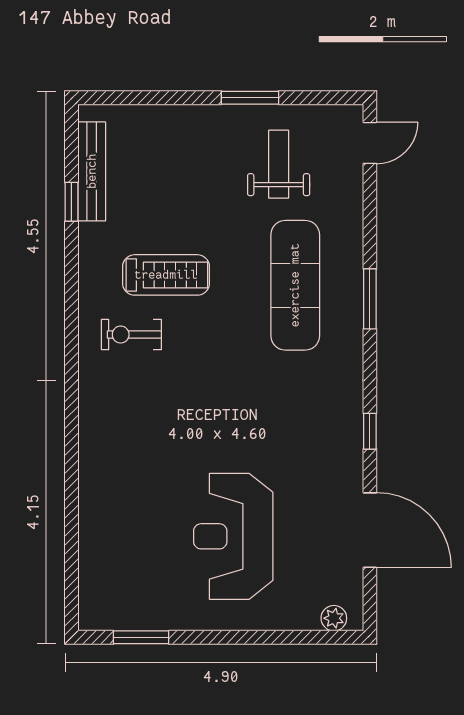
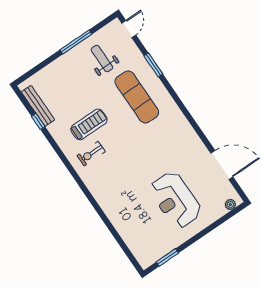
window: (250, 98) -> (76, 42), width x1.44
window: (370, 299) -> (153, 65), moved
window: (370, 431) -> (198, 130), removed

